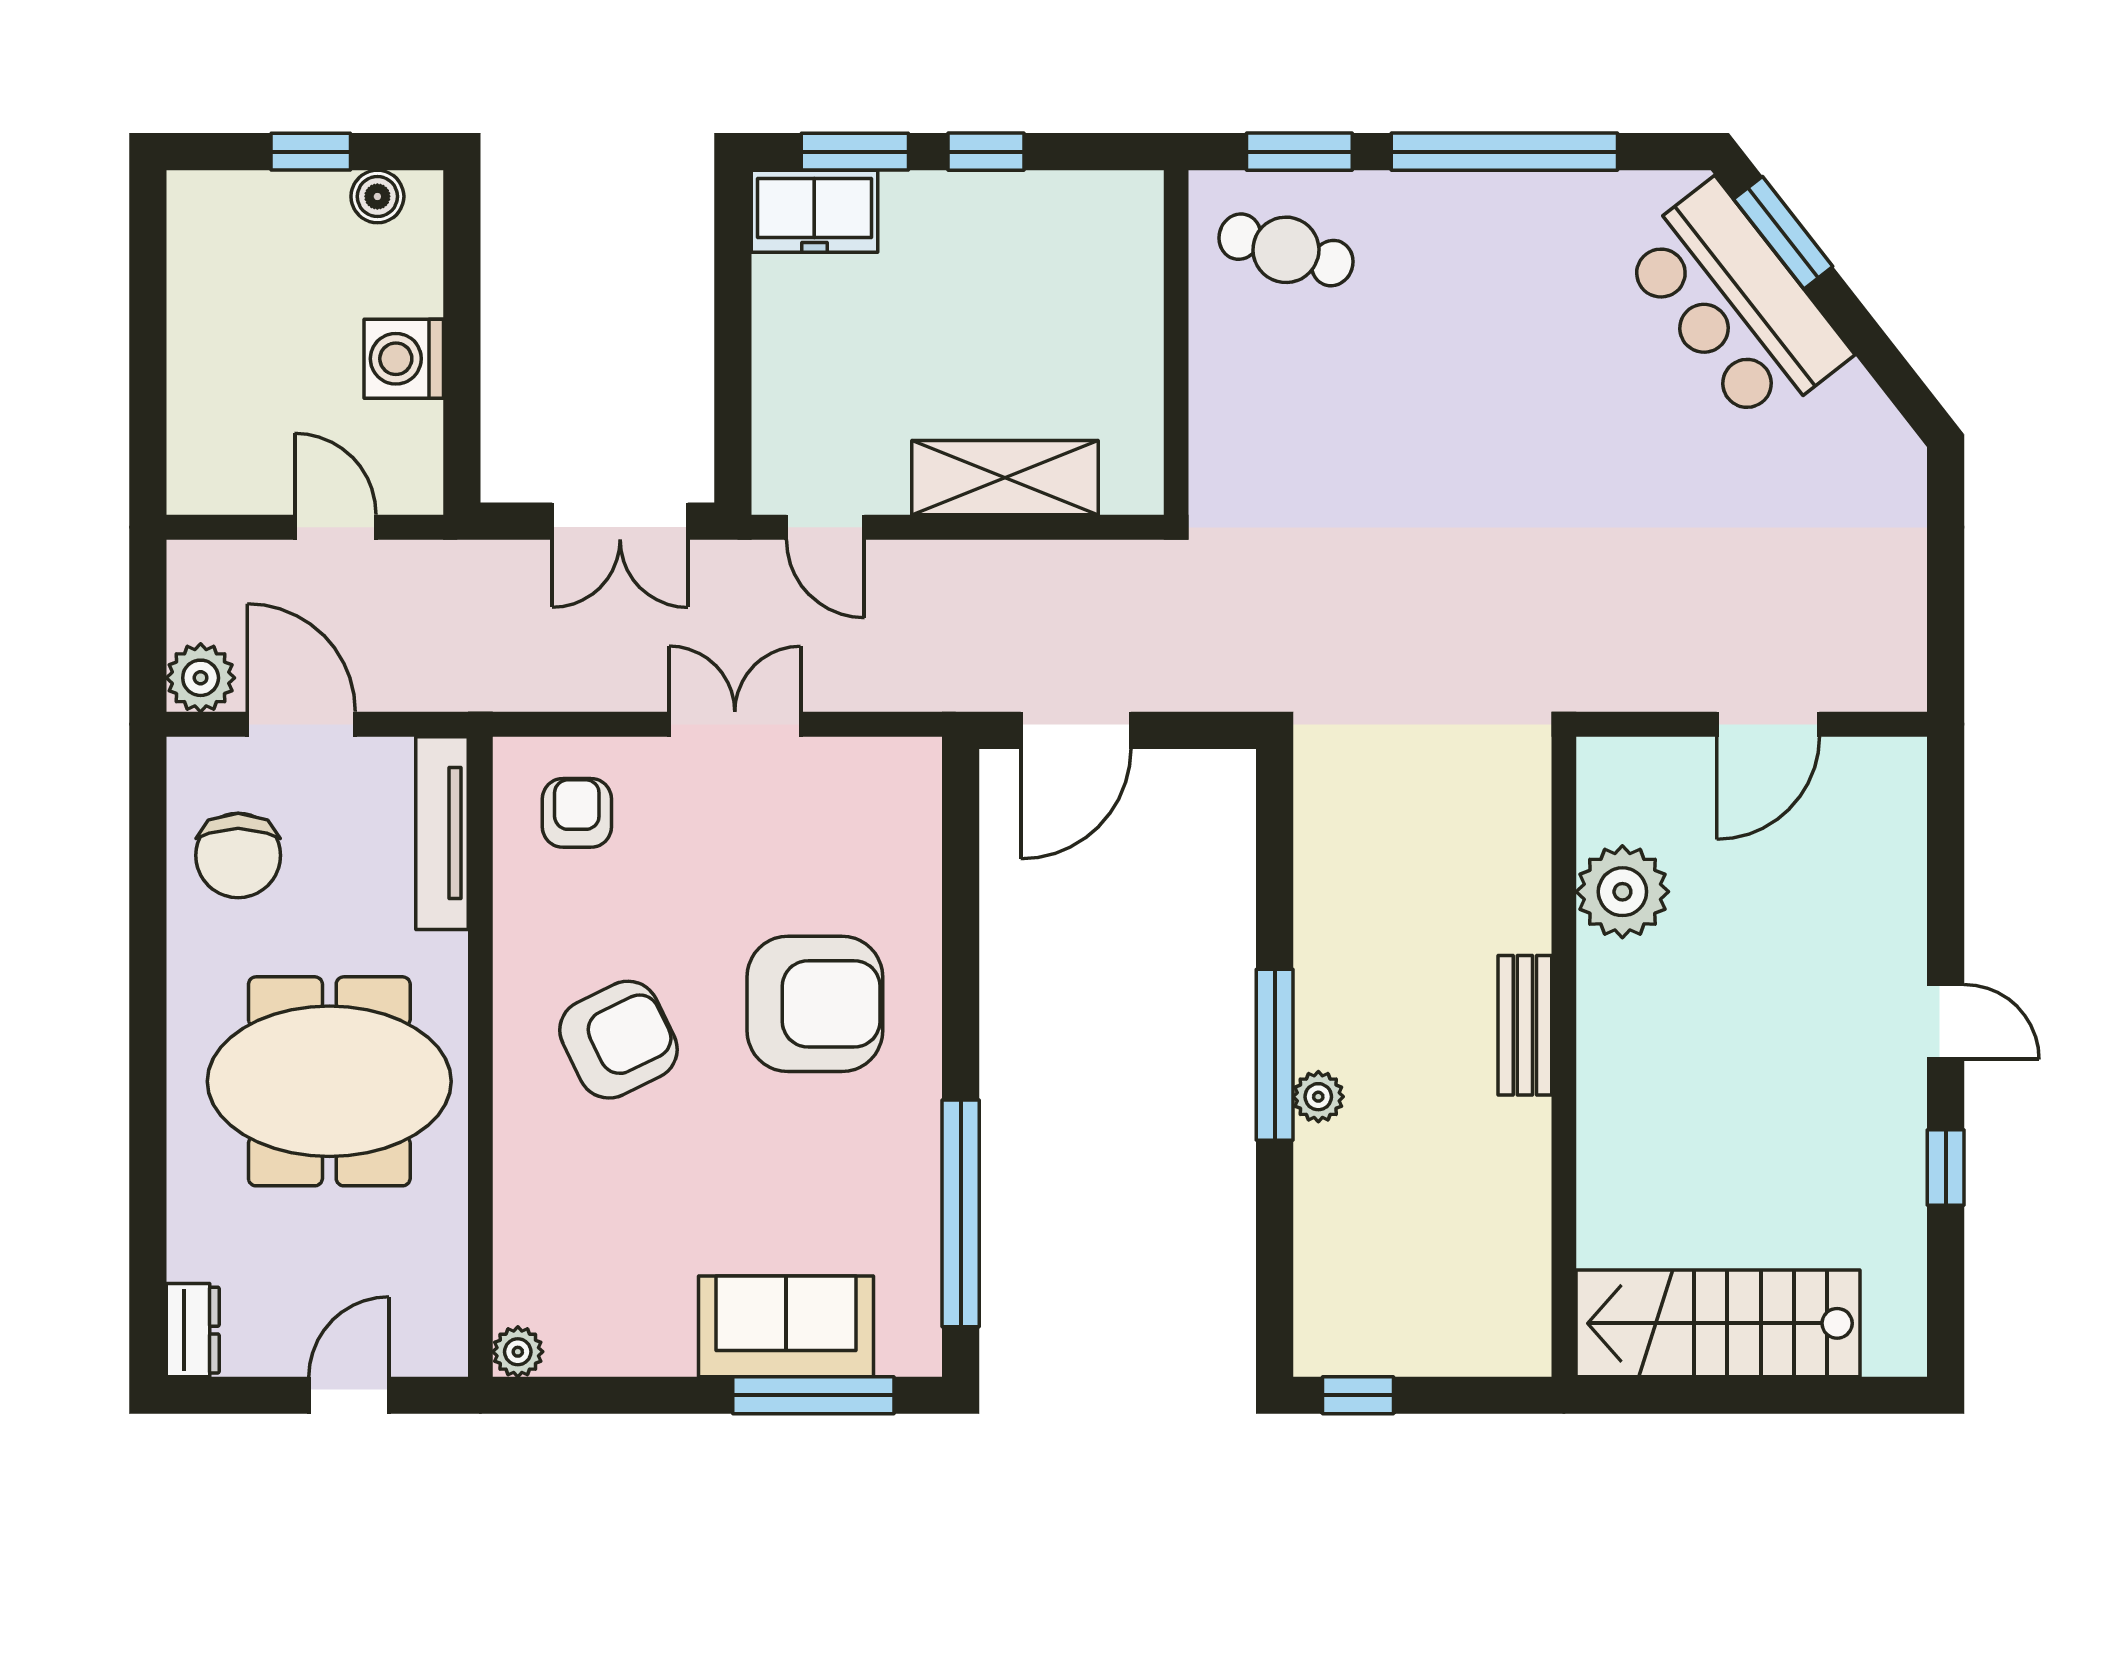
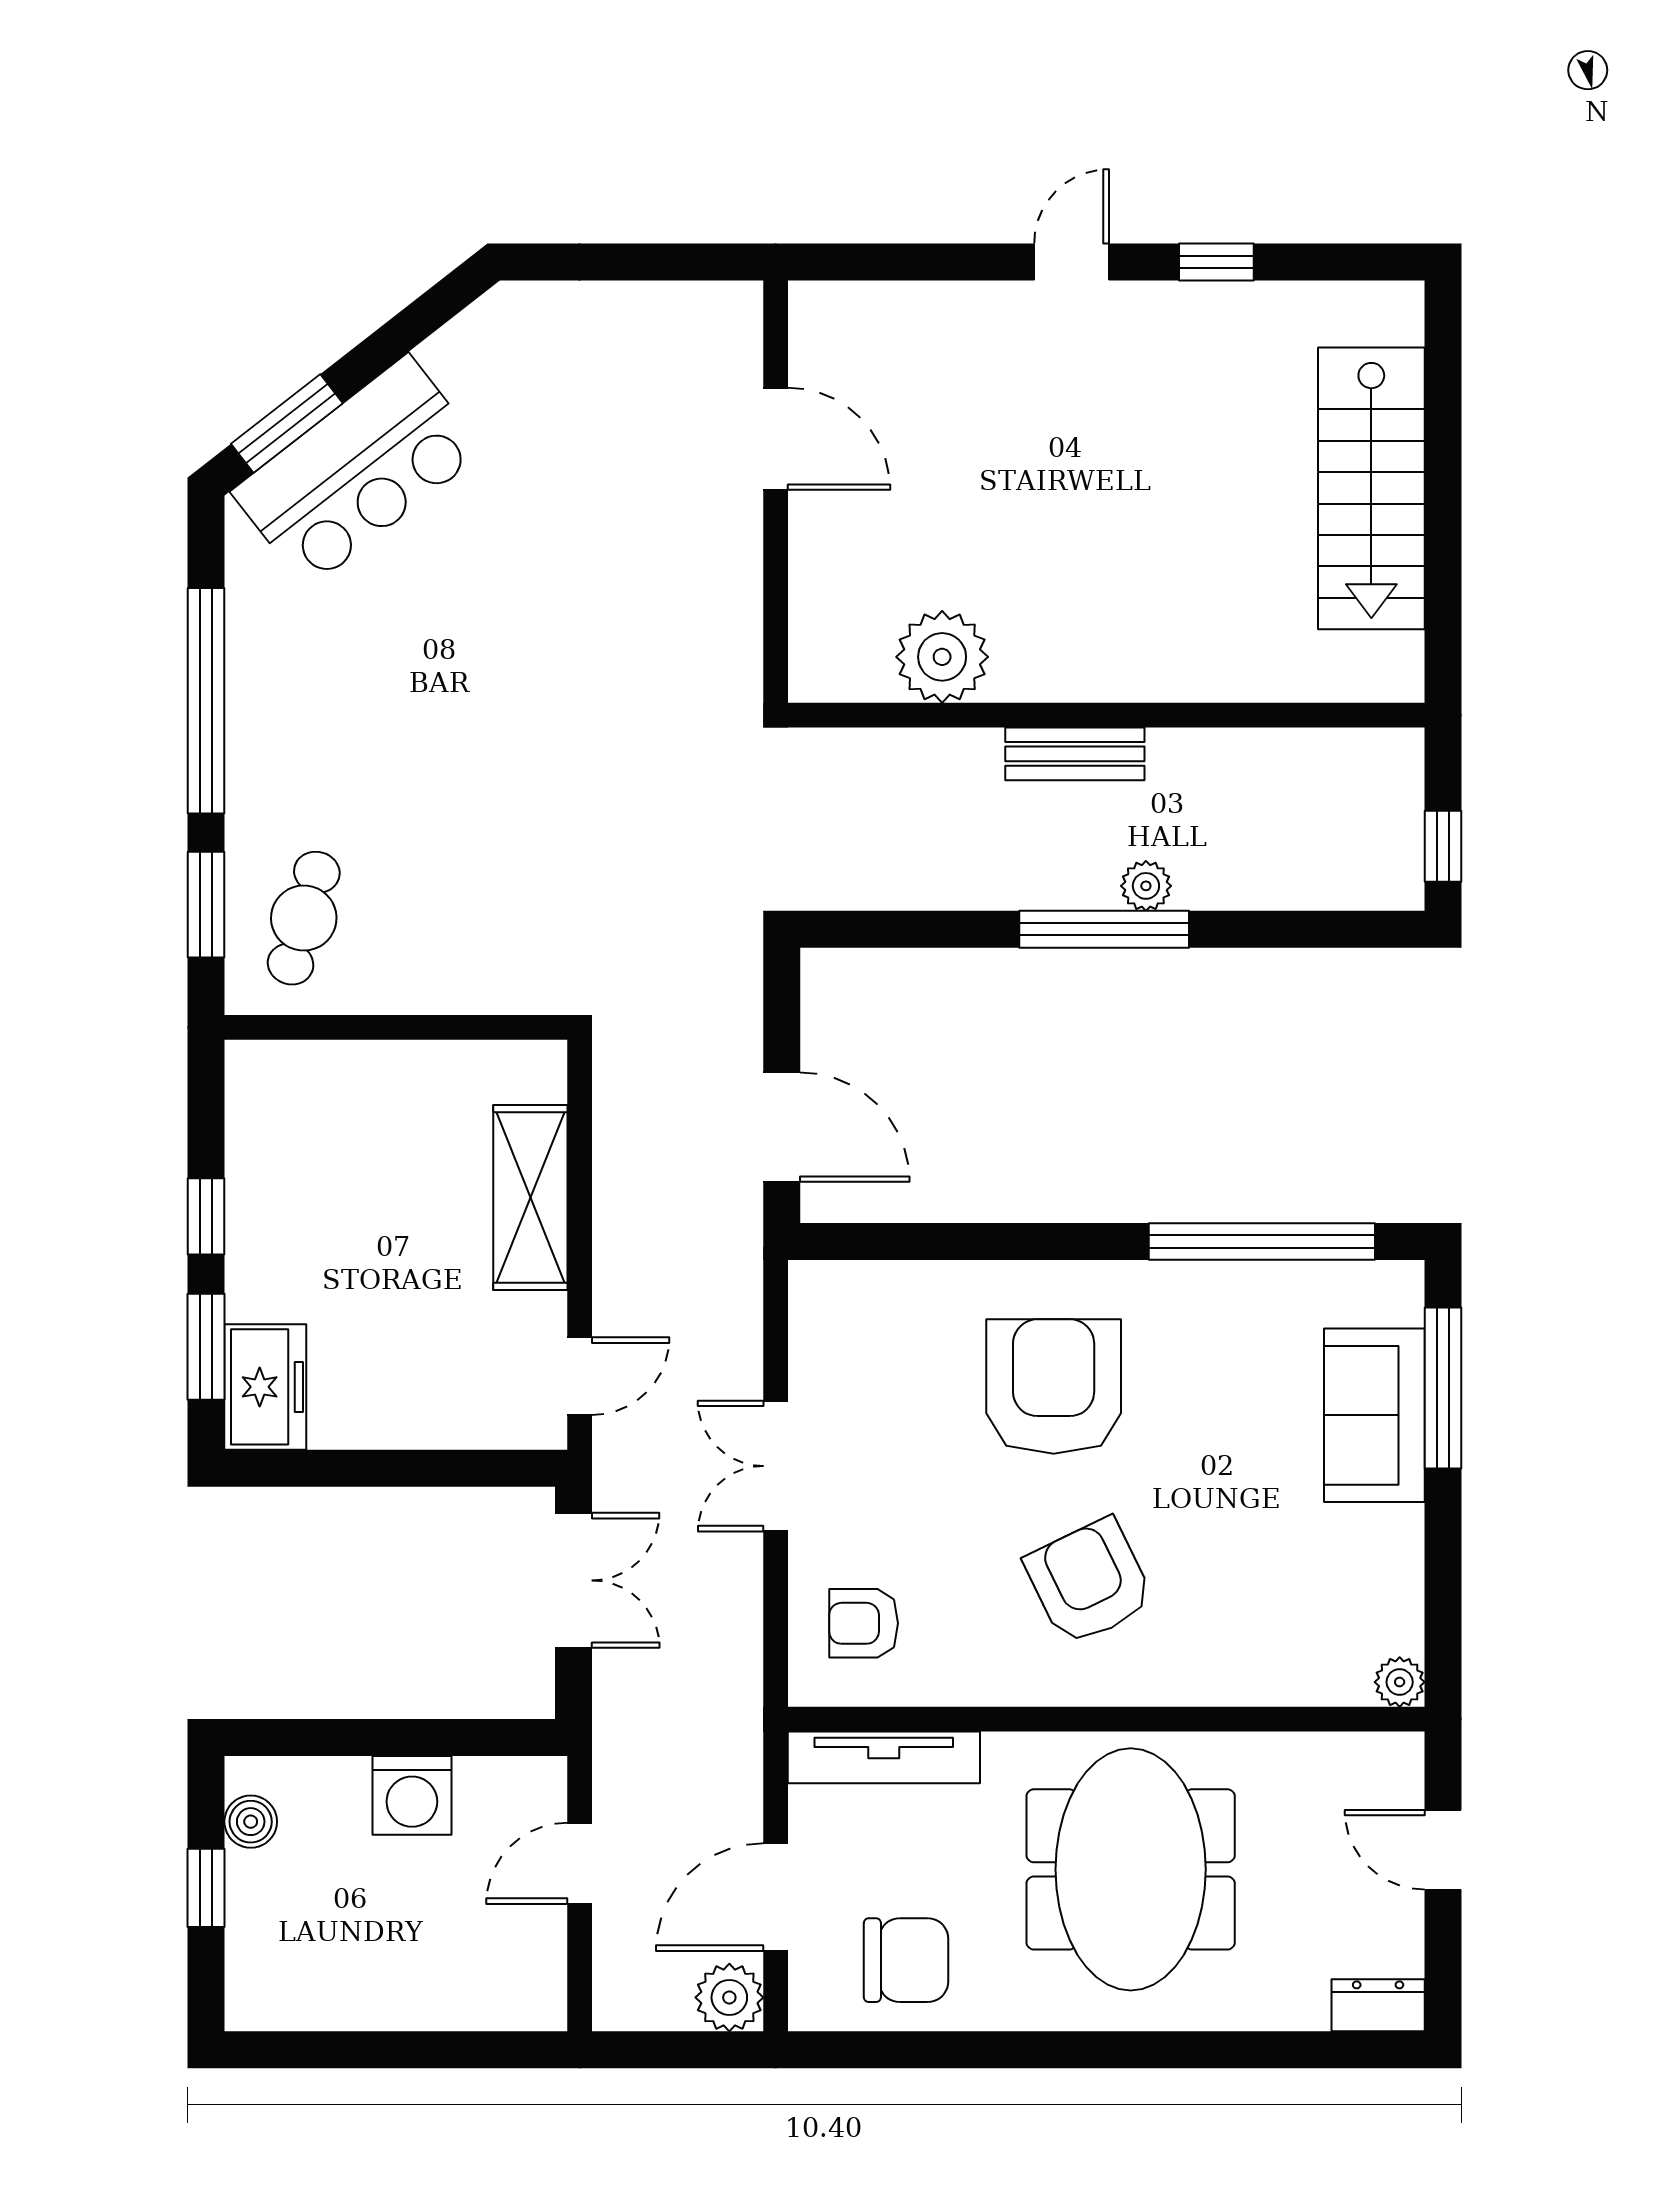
plant: (1622, 892) -> (942, 657), moved
bench: (1525, 1025) -> (1075, 754), moved
wall: (1564, 1057) -> (1106, 715), moved

